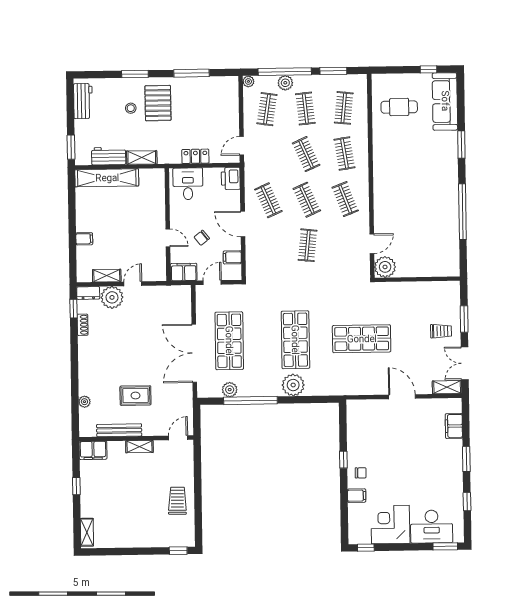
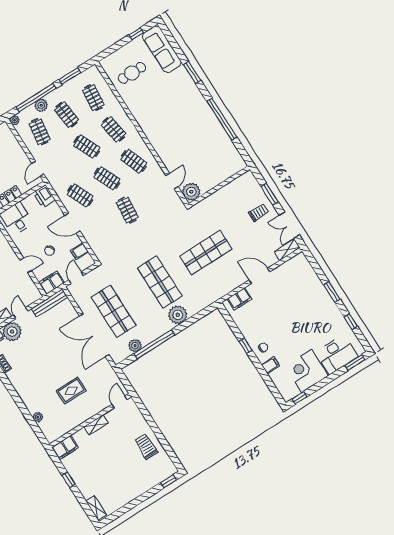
filing cabinet: (454, 426) -> (240, 299), moved, turned -90
bench: (119, 430) -> (50, 303), moved

